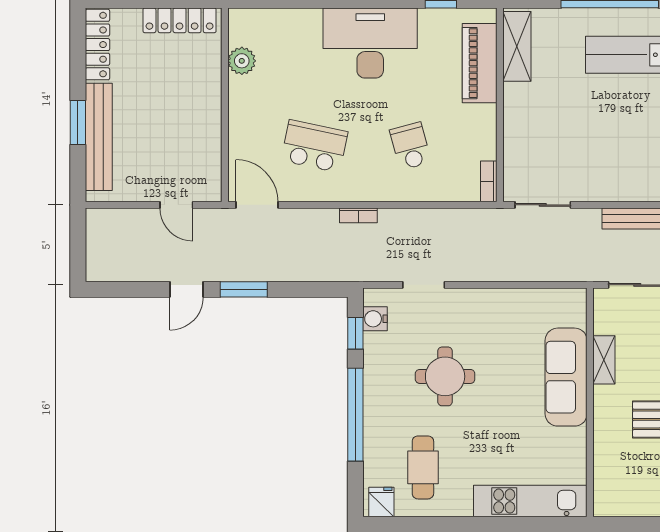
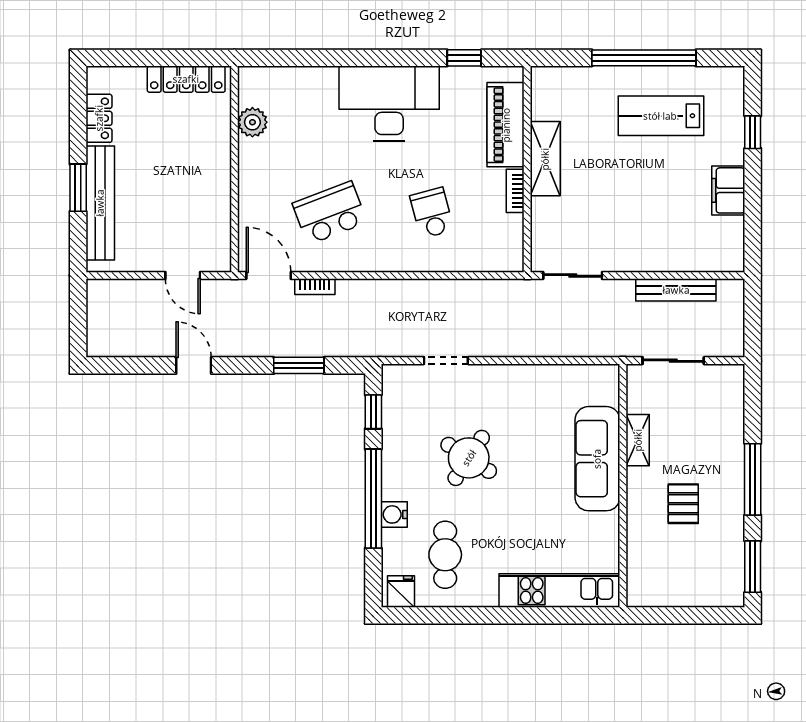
locker: (97, 45) -> (99, 118), width x0.66
shelving: (517, 46) -> (545, 159), moved
school desk: (314, 146) -> (330, 213), turned -33
bookcase: (489, 181) -> (515, 191), moved
bookcase: (358, 215) -> (315, 287), moved
door: (186, 289) -> (194, 365), swing flipped
window: (244, 289) -> (299, 365), moved
water cooler: (375, 319) -> (394, 514), moved
round table: (445, 376) -> (469, 458), turned 33

